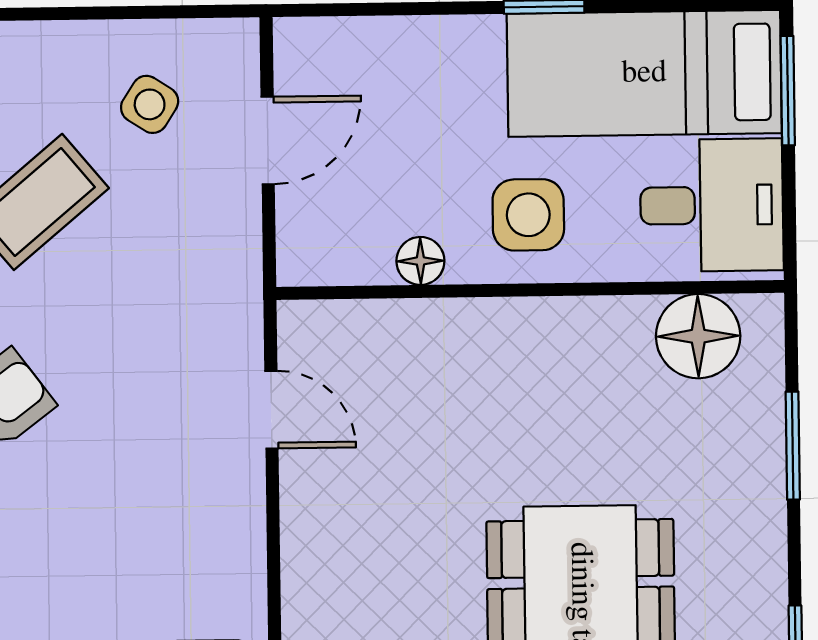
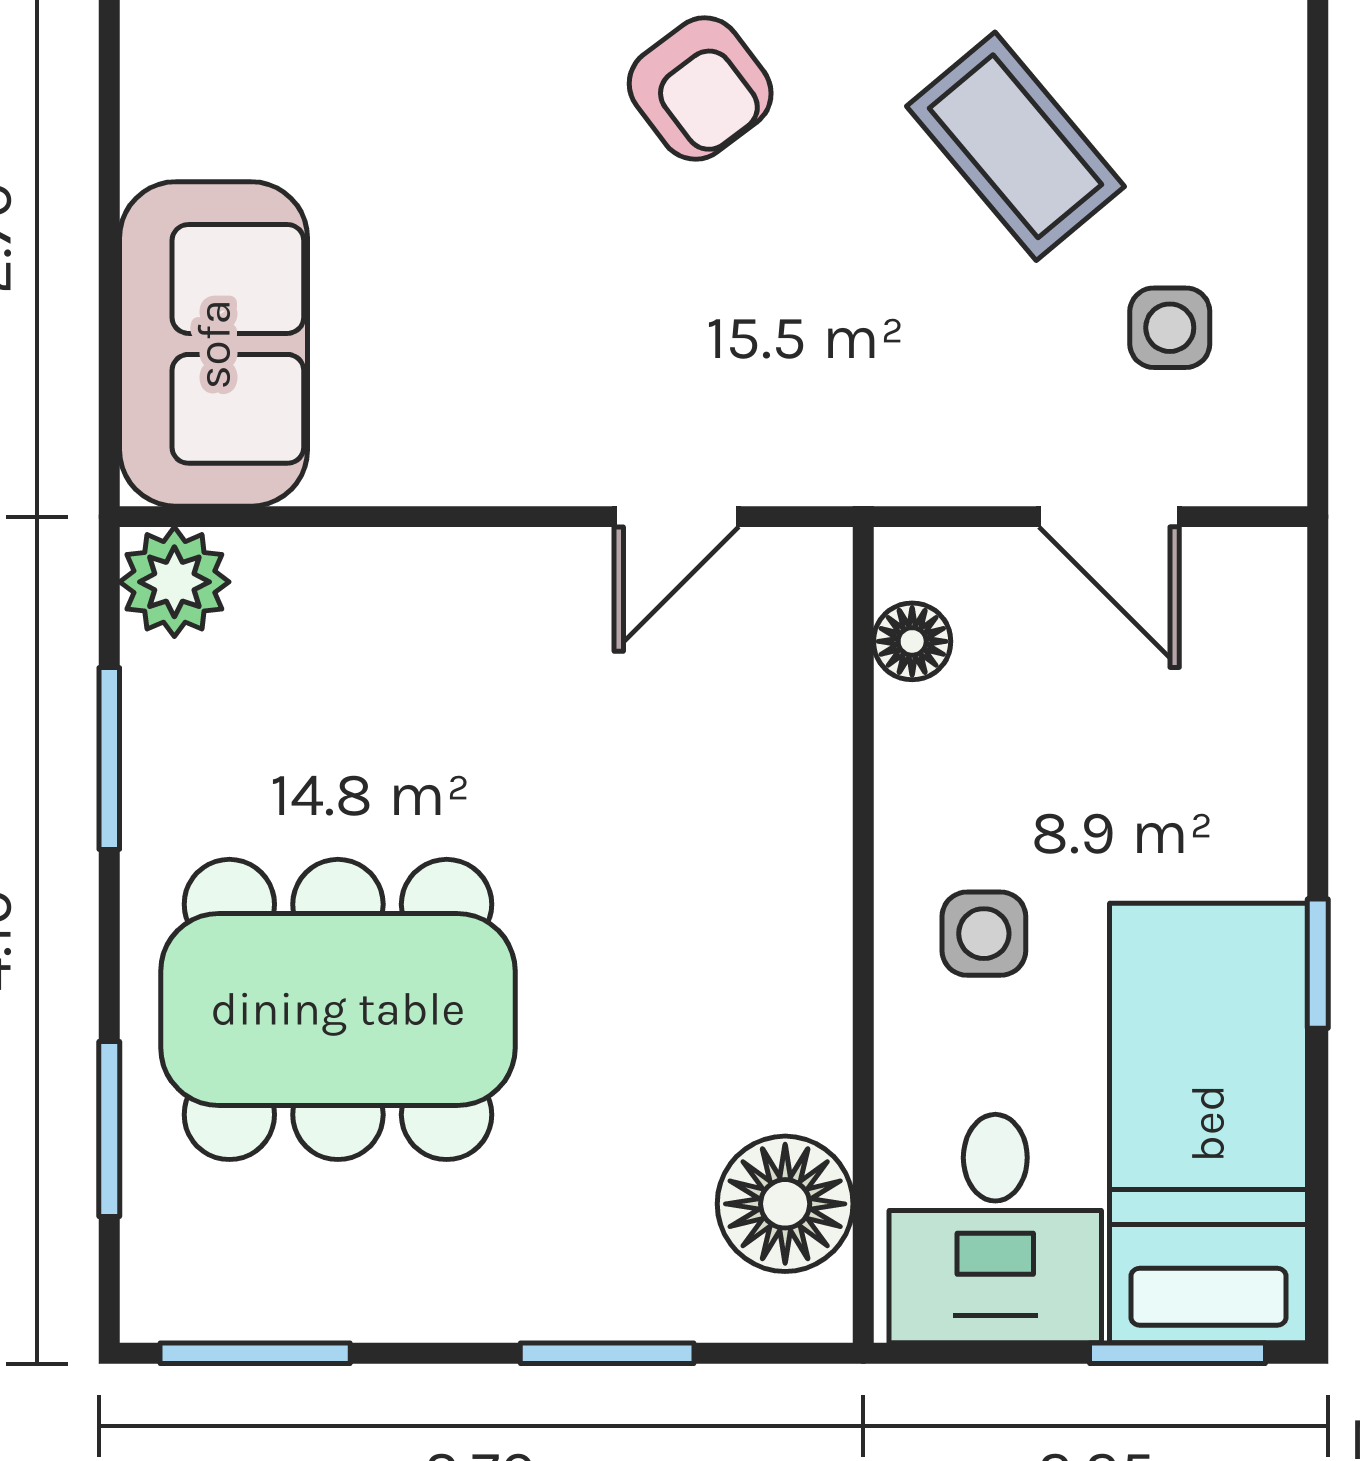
side table: (150, 104) -> (1170, 328), turned -33
side table: (528, 215) -> (984, 934), width x0.73, depth x0.73
floor lamp: (420, 261) -> (912, 641), moved

